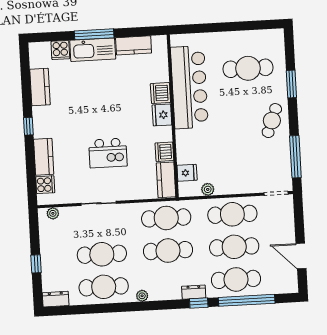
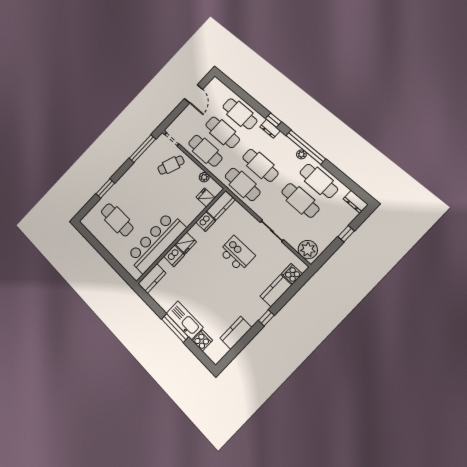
kitchen counter: (134, 45) -> (152, 278), moved, turned 90
cafe table: (272, 121) -> (171, 165), moved
plant: (53, 213) -> (308, 250), width x1.88, depth x1.88
window: (247, 300) -> (306, 147), moved

